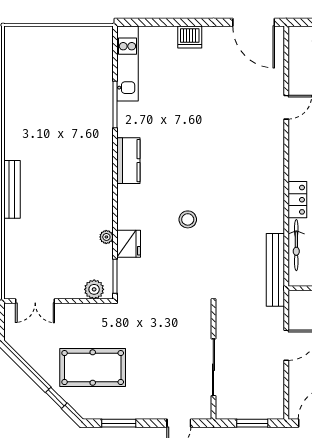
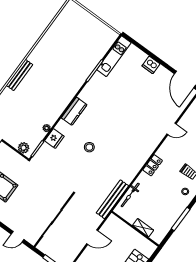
kitchen counter: (128, 161) -> (74, 111), moved
locker: (297, 200) -> (153, 165), moved

